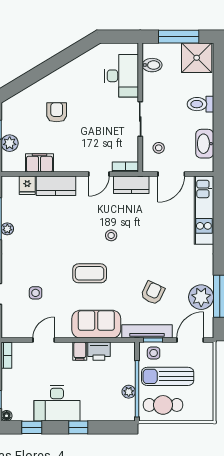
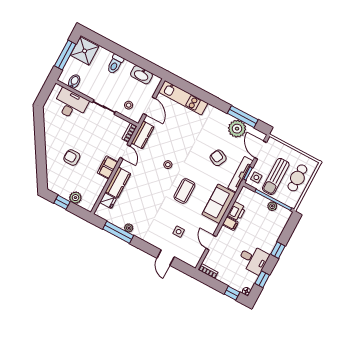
filing cabinet: (39, 163) -> (108, 167), moved
desk: (57, 403) -> (253, 259), width x0.73
cafe table: (163, 405) -> (297, 178), moved

